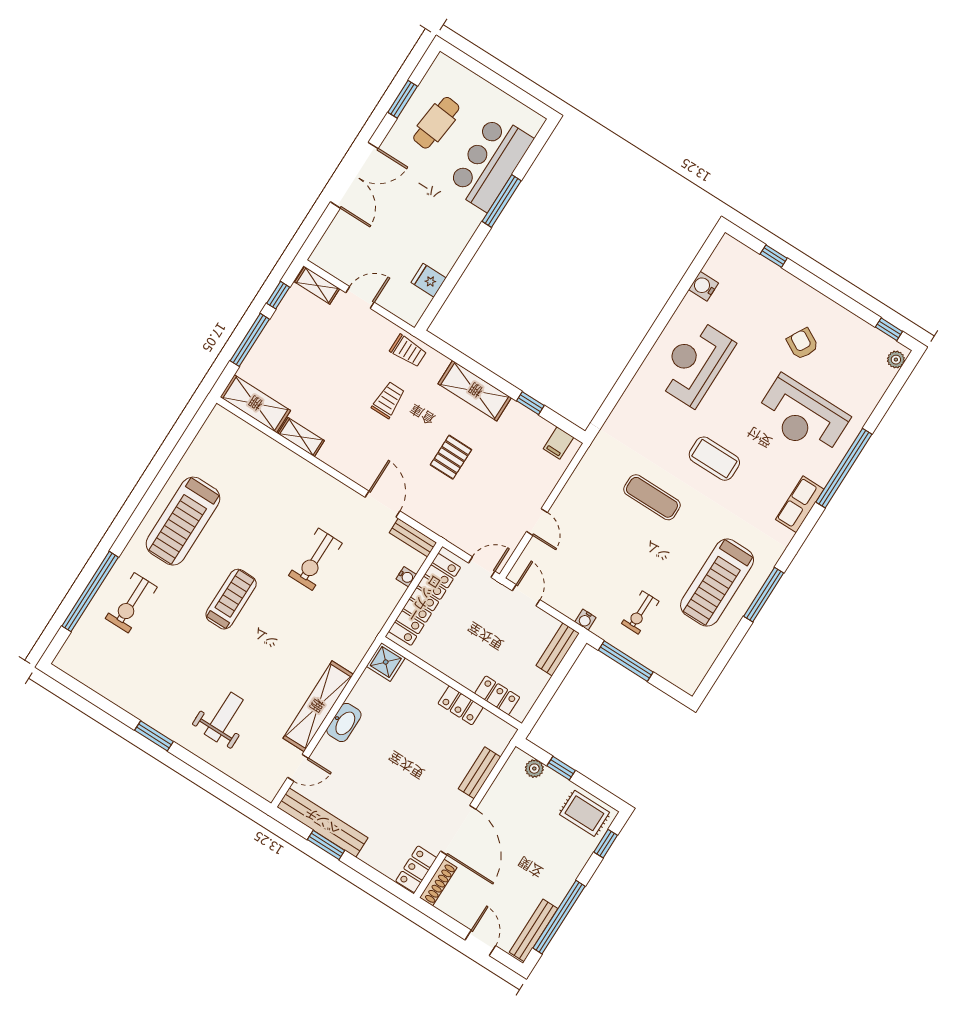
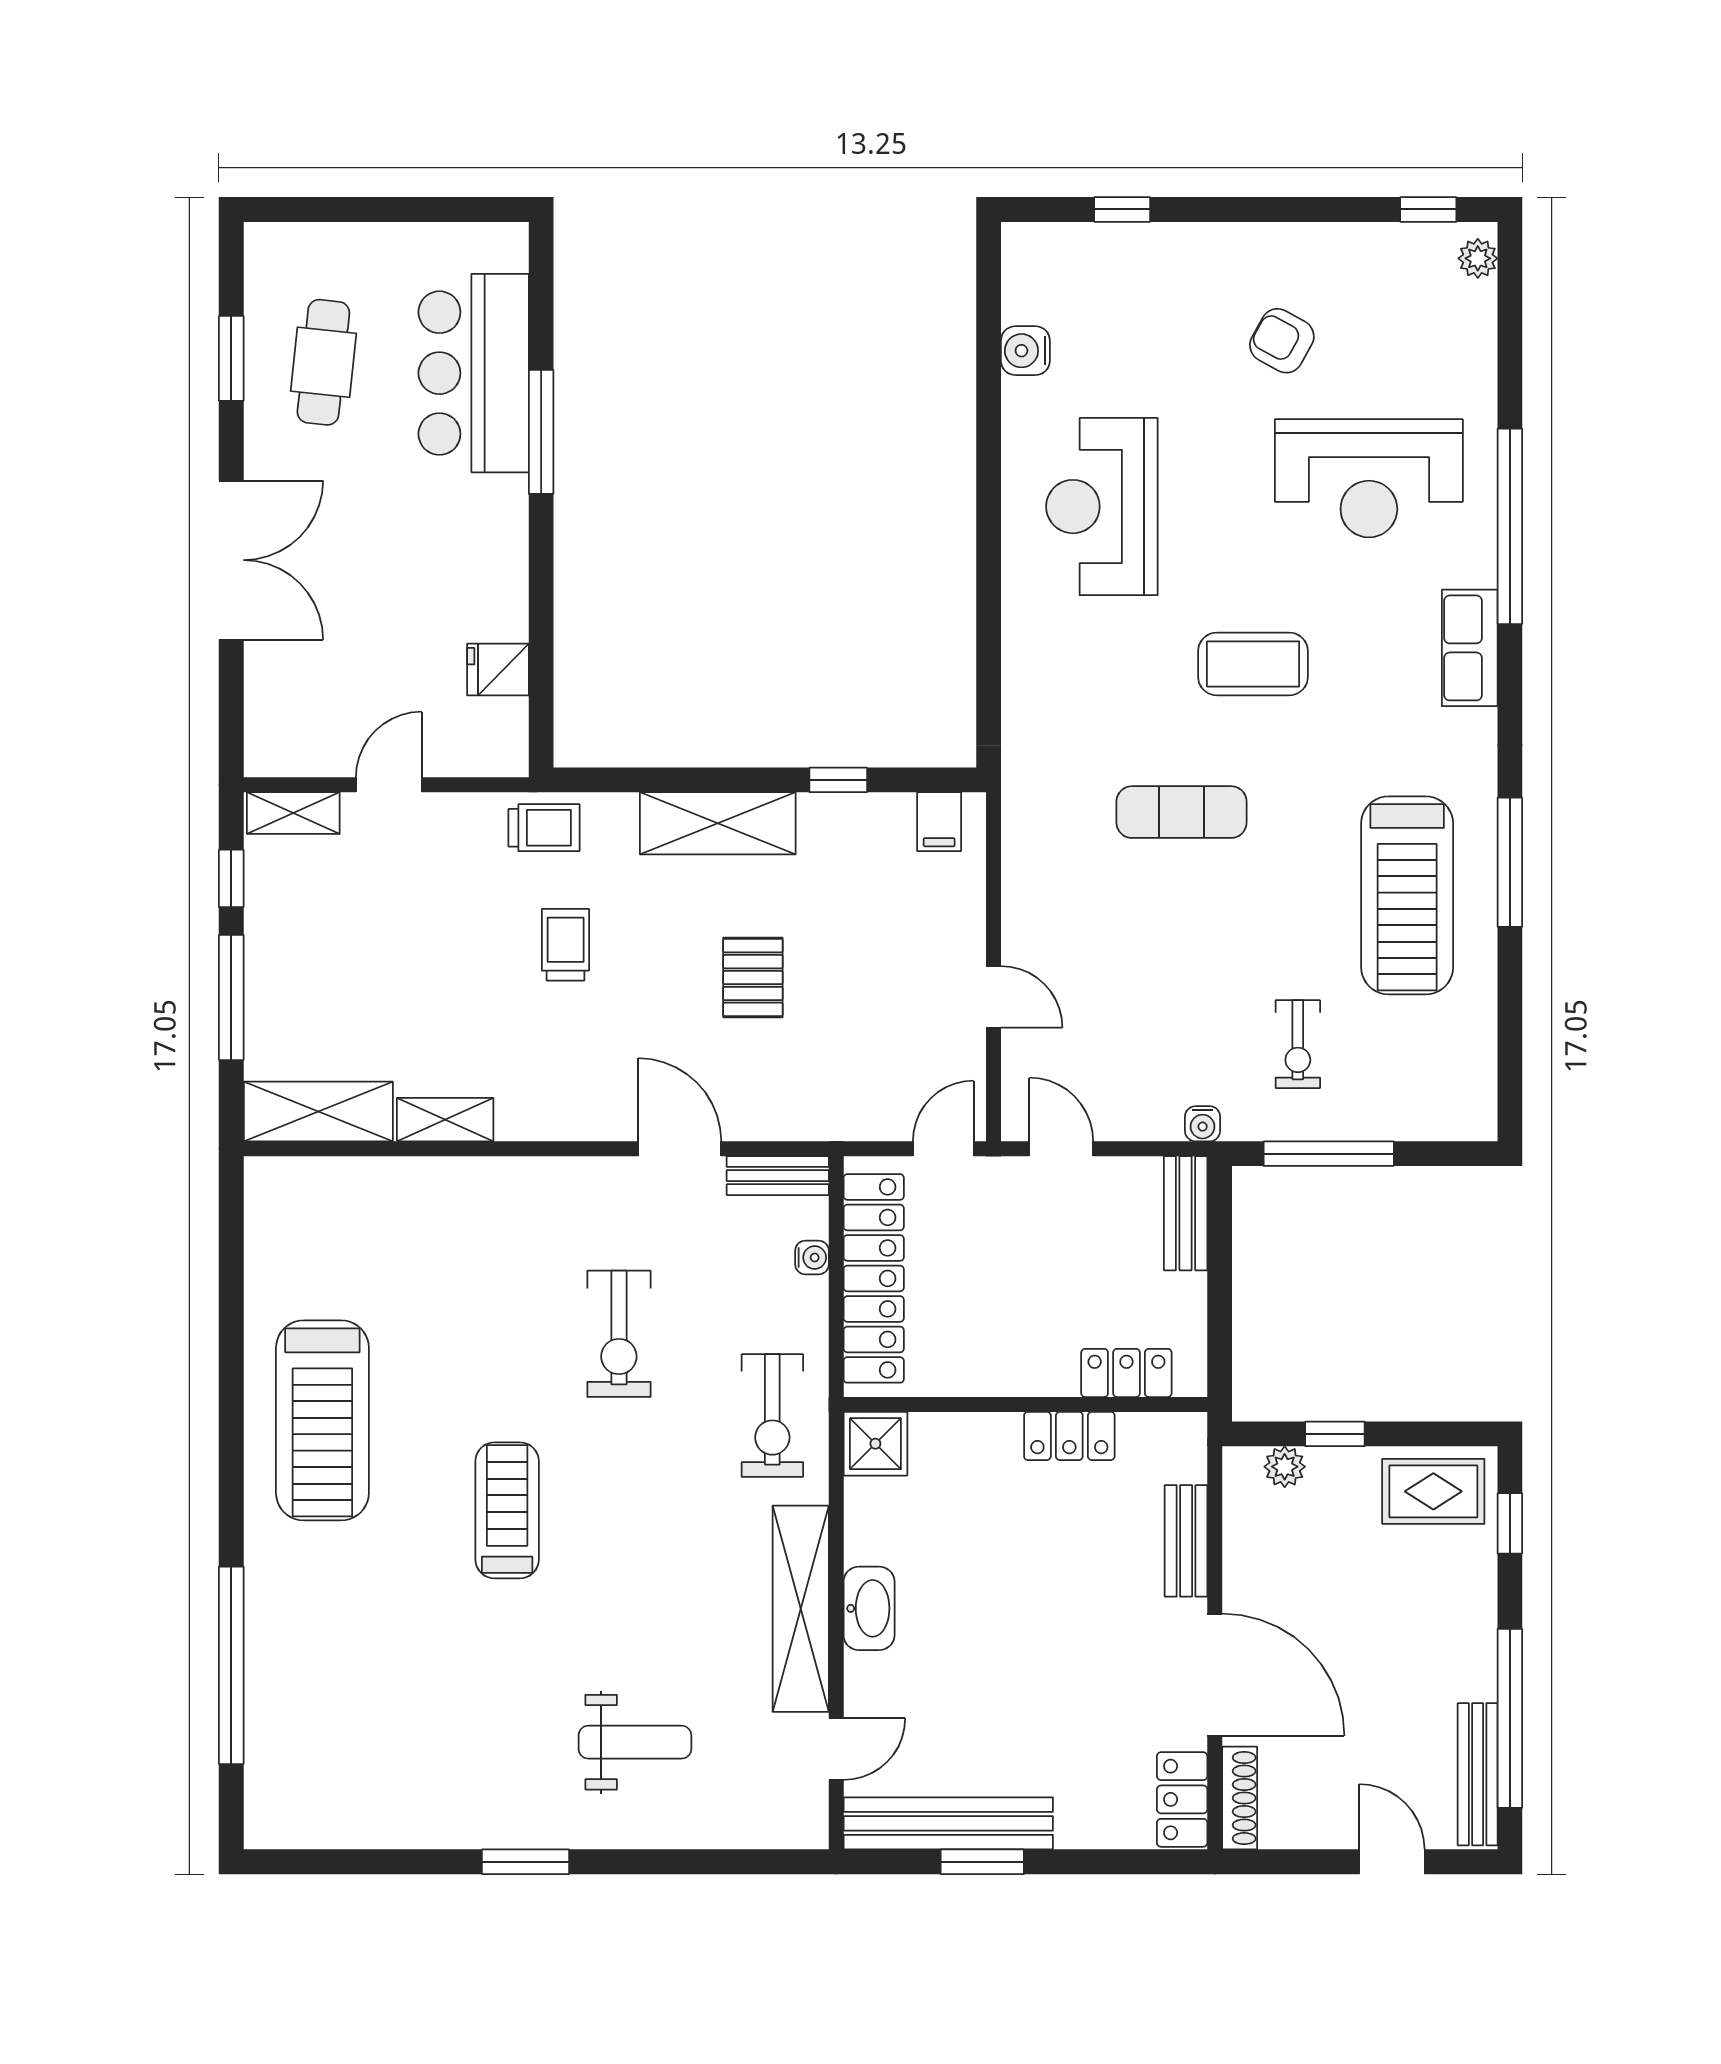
exercise bike: (131, 603) -> (772, 1415), moved
weight bench: (224, 717) -> (635, 1742), turned 90

